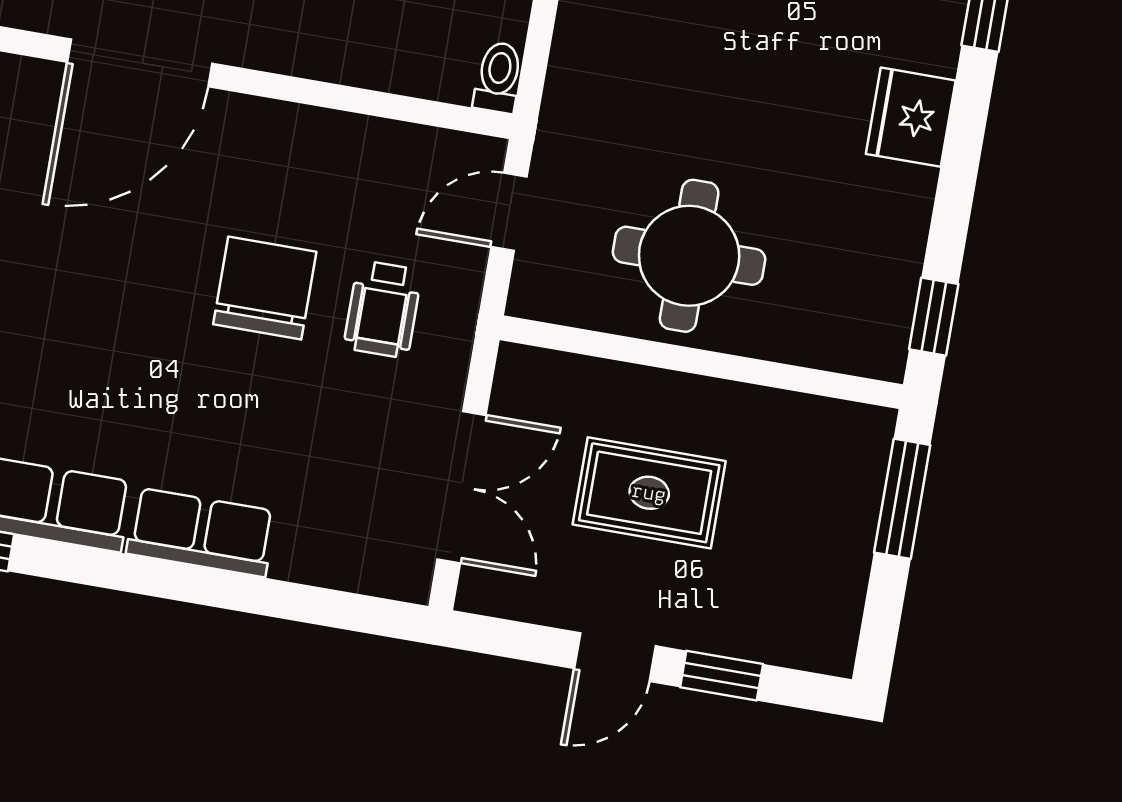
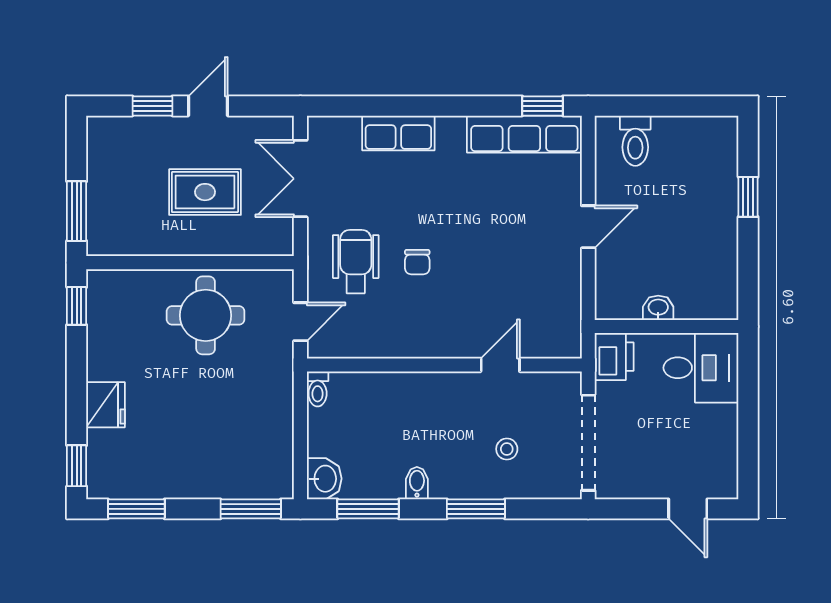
door: (140, 63) -> (500, 365), width x0.53
chair: (265, 288) -> (417, 262), width x0.54, depth x0.54
wheelchair: (383, 309) -> (356, 262), width x1.36, depth x1.37
row of seats: (201, 532) -> (398, 133), moved

